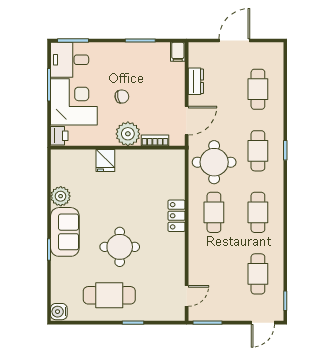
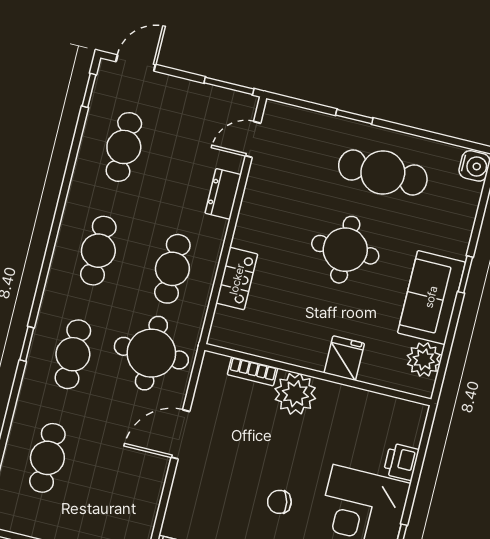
dresser: (196, 81) -> (223, 194), moved
plant: (128, 134) -> (295, 394), moved
bookcase: (155, 140) -> (252, 371), moved
wall: (118, 148) -> (318, 375), moved
fridge: (105, 160) -> (344, 358), moved

